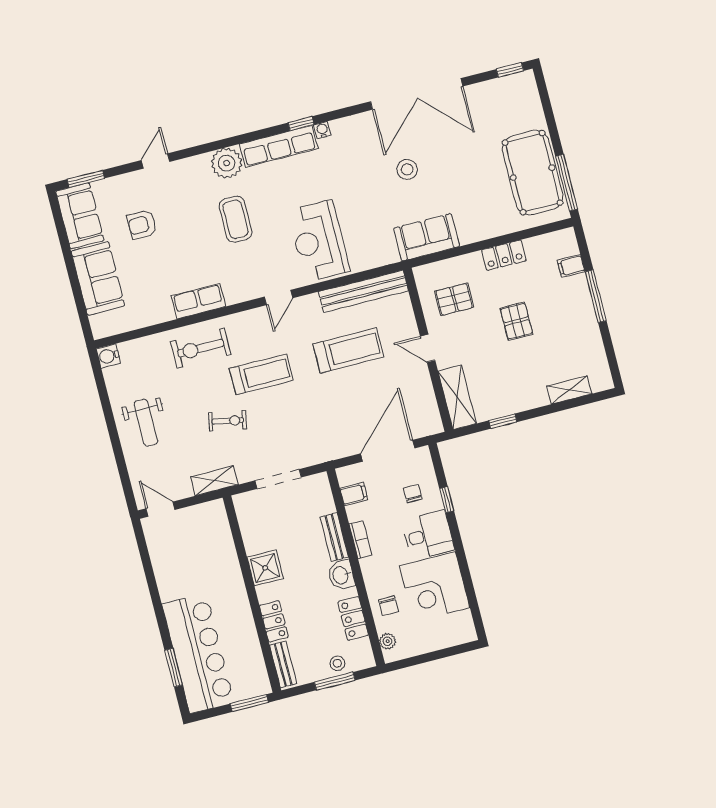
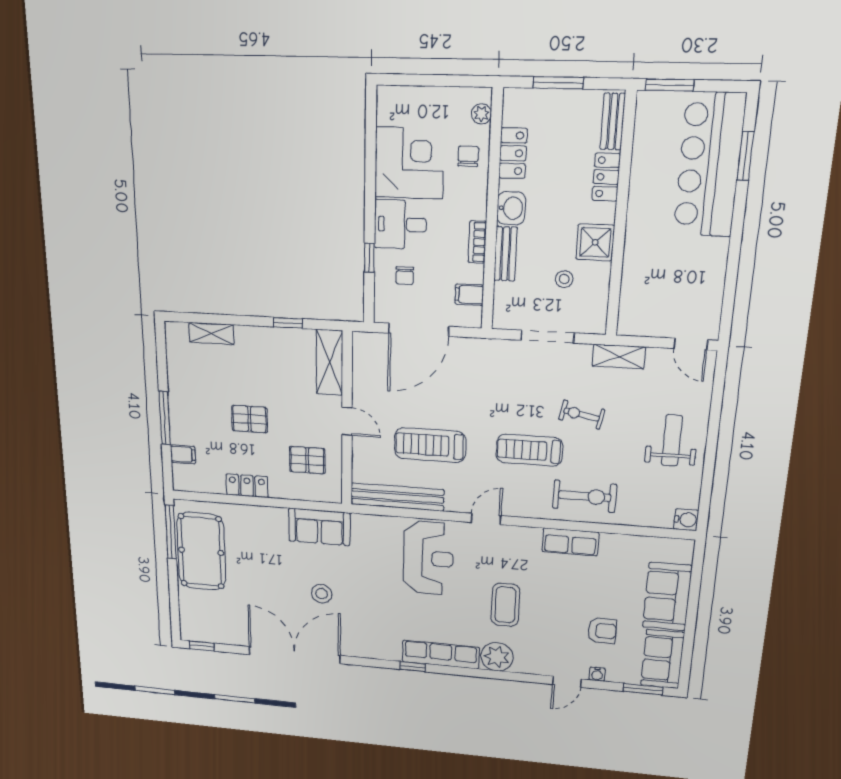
water cooler: (322, 130) -> (597, 674), moved
pallet: (516, 321) -> (249, 419), turned 90
stool: (337, 663) -> (564, 279), moved

